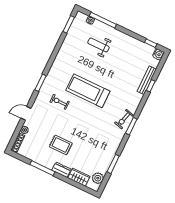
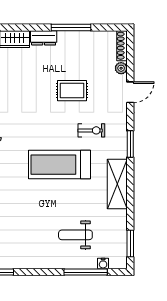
weight bench: (98, 45) -> (75, 235), turned 180
shelving: (60, 63) -> (117, 184), added
treadmill: (88, 91) -> (60, 165), turned 180
rug: (61, 145) -> (72, 91), moved

